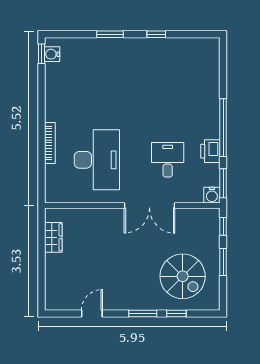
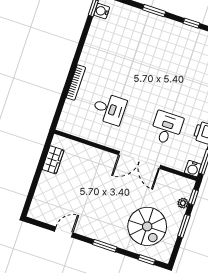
desk: (97, 160) -> (109, 109), width x0.53, depth x0.77
plant: (214, 237) -> (183, 203), added
window: (176, 313) -> (147, 260), moved

